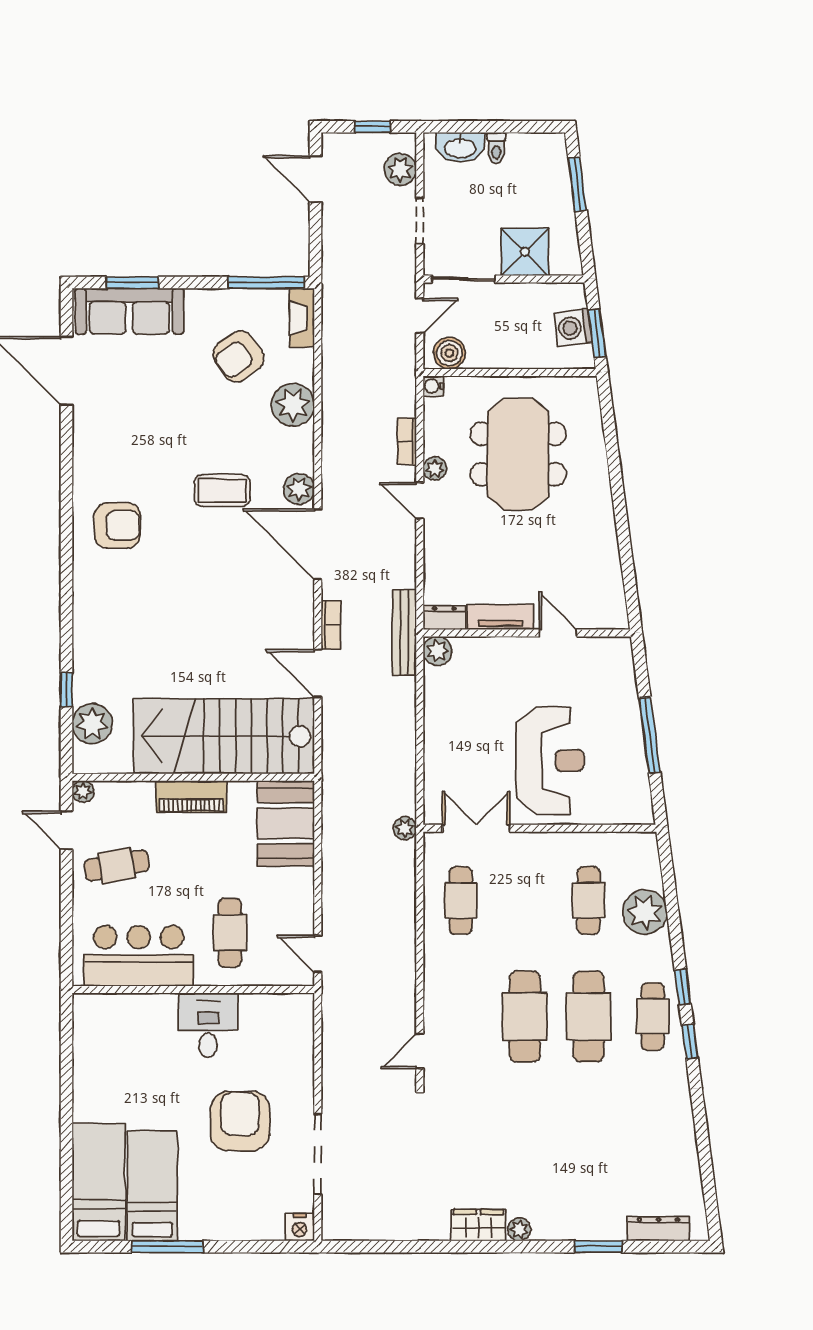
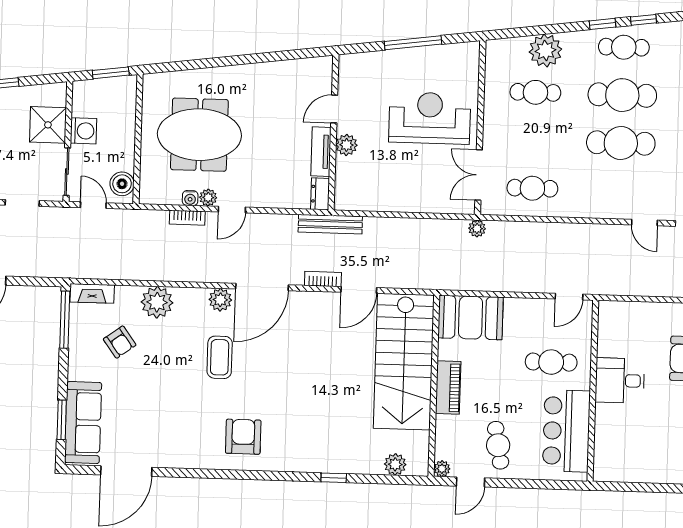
washing machine: (573, 328) -> (84, 131), moved, turned -83
armchair: (238, 357) -> (120, 342), width x0.72, depth x0.72
water cooler: (433, 386) -> (190, 198), moved
plant: (438, 651) -> (347, 145), moved
window: (66, 690) -> (334, 478), moved
plant: (92, 724) -> (395, 464), width x0.73, depth x0.73

